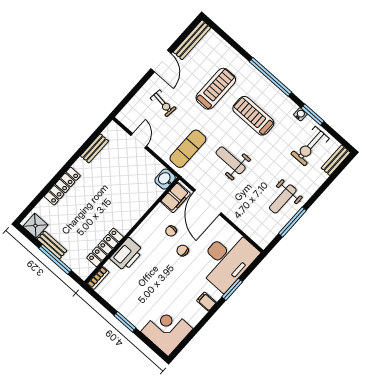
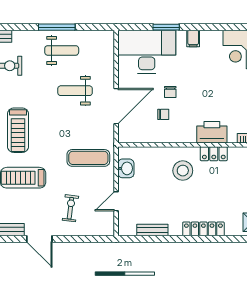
door: (161, 61) -> (39, 239), swing flipped
weight bench: (231, 160) -> (75, 91), moved, turned 90
washbasin: (165, 179) -> (126, 168), moved, turned -90
filing cabinet: (175, 198) -> (134, 134), removed
stool: (118, 209) -> (183, 171), added
window: (292, 222) -> (57, 27), moved
locker: (105, 247) -> (214, 154), width x0.66

